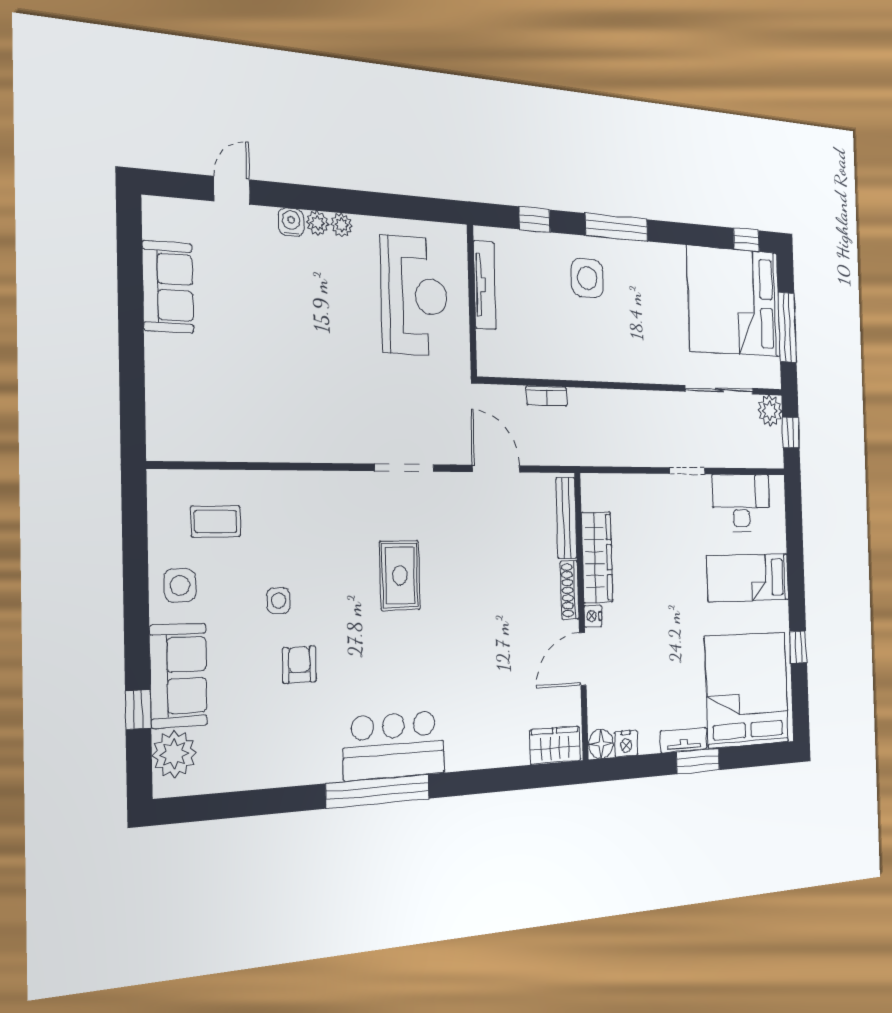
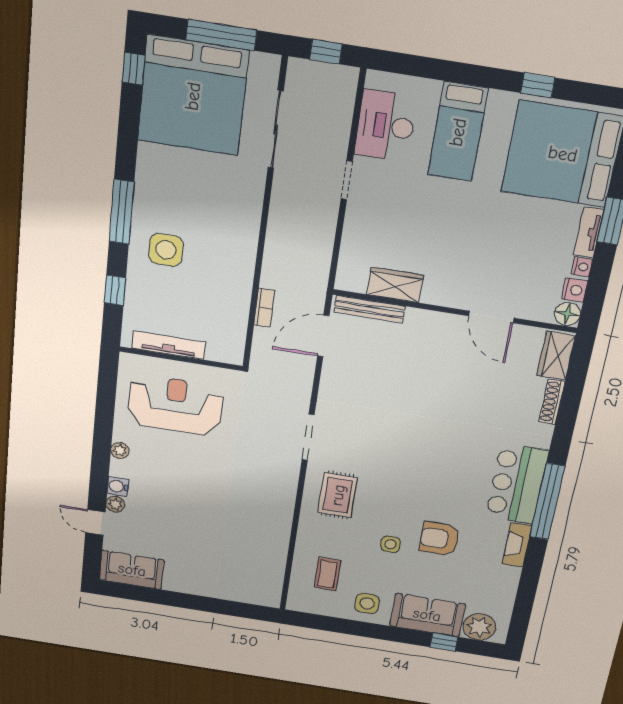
plant: (317, 223) -> (115, 504), moved
sofa: (168, 287) -> (132, 570), moved
plant: (770, 411) -> (302, 73), removed
door: (496, 469) -> (323, 336), moved
wardrobe: (597, 557) -> (395, 285), width x0.67
rug: (400, 575) -> (338, 495), moved, turned 90
shoe rack: (570, 590) -> (552, 402), moved, turned 90
nightstand: (593, 616) -> (582, 267), moved, turned -90
armchair: (299, 665) -> (439, 539), width x1.38, depth x1.38
fireplace: (311, 770) -> (517, 545), added

